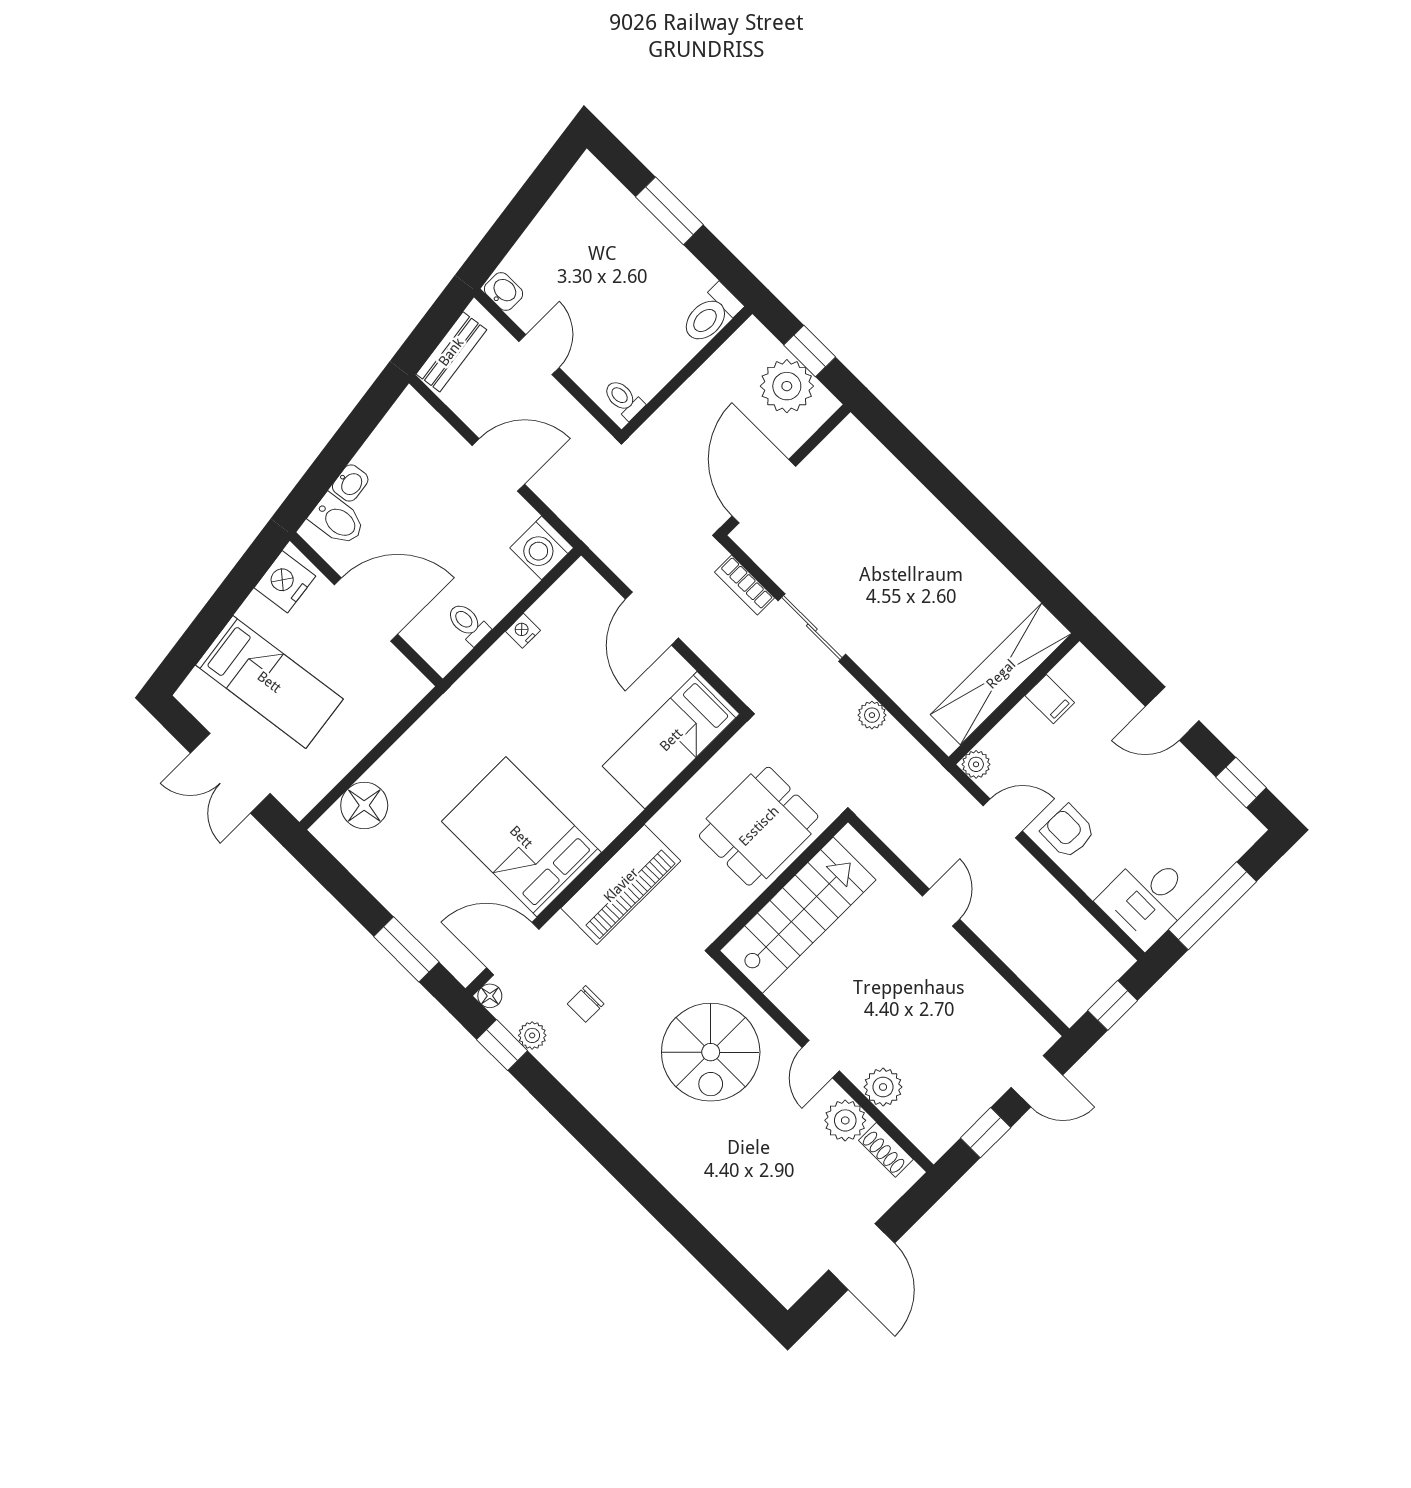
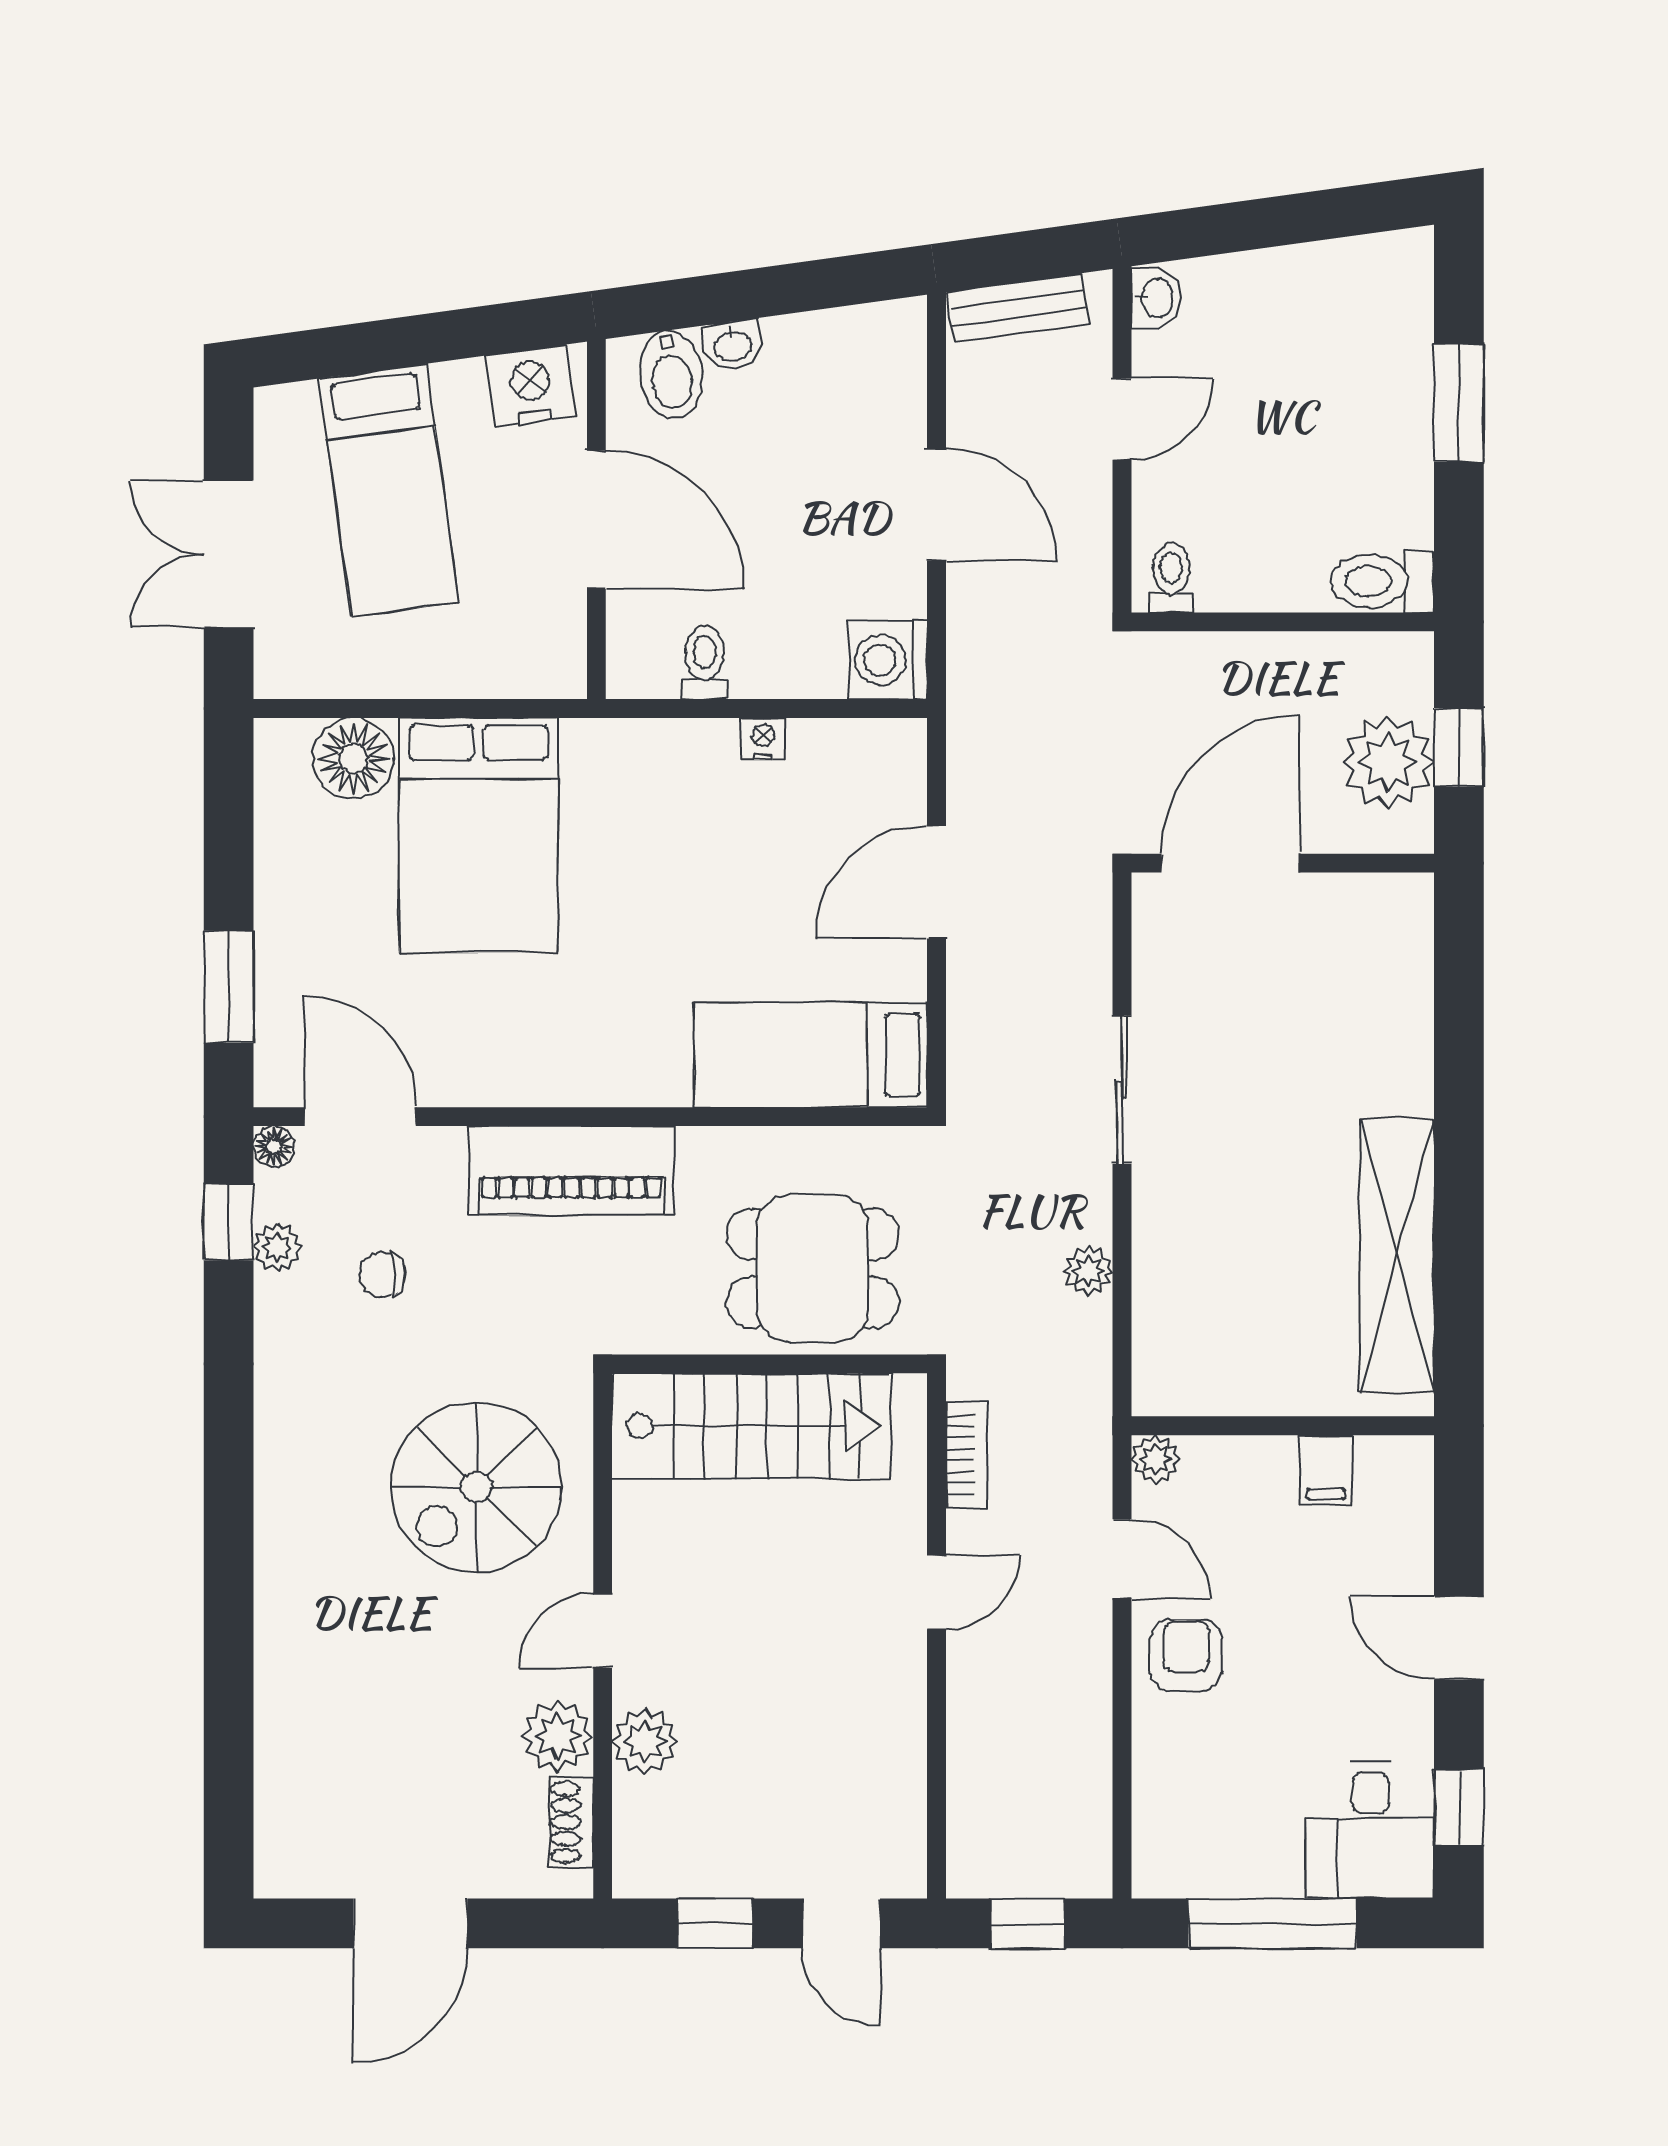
bookcase: (745, 585) -> (967, 1455), moved, turned 180
shelving: (1001, 674) -> (1397, 1255), moved, turned 90
bed: (521, 837) -> (478, 835), moved, turned 180
desk: (1147, 899) -> (1370, 1830), moved, turned -90

